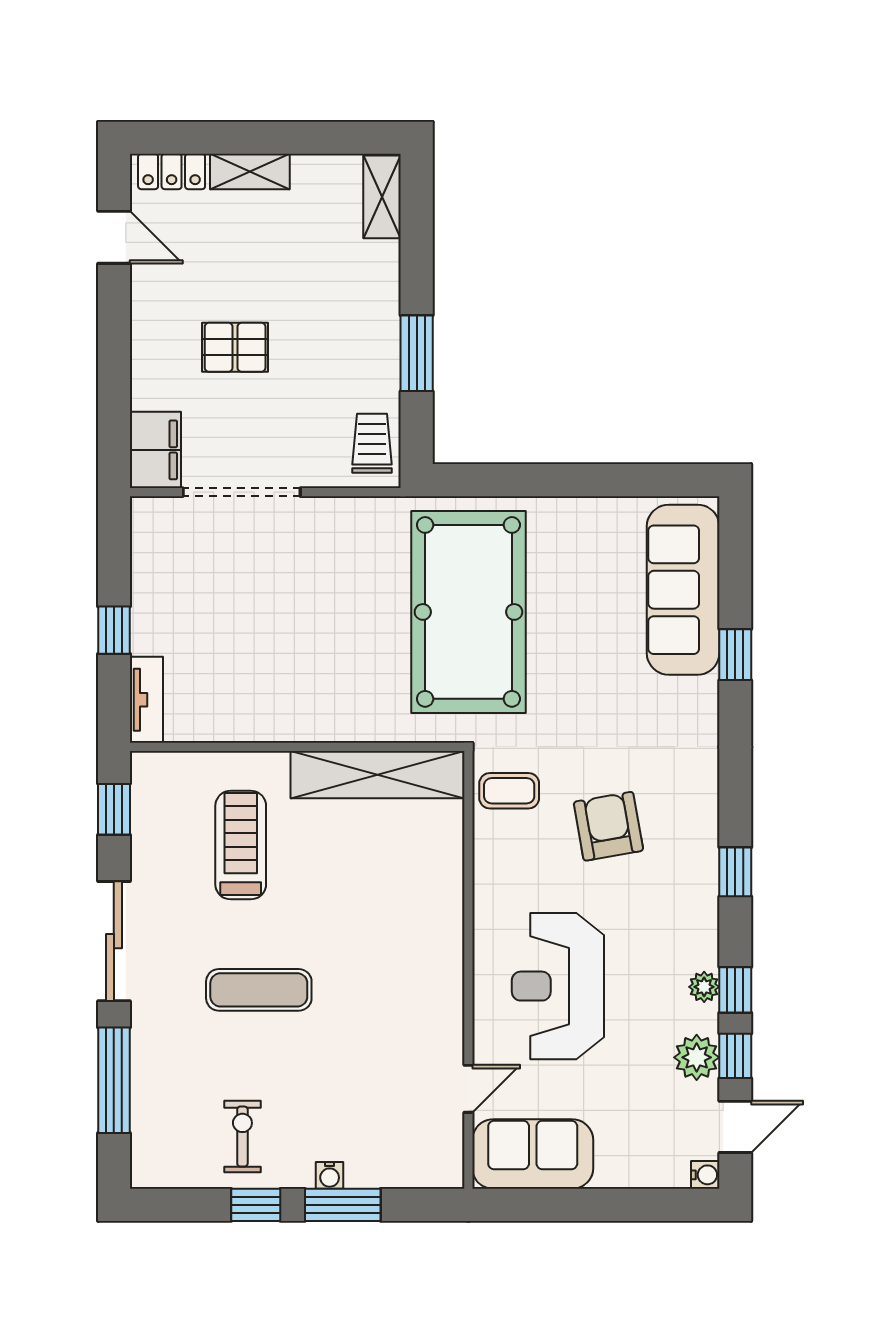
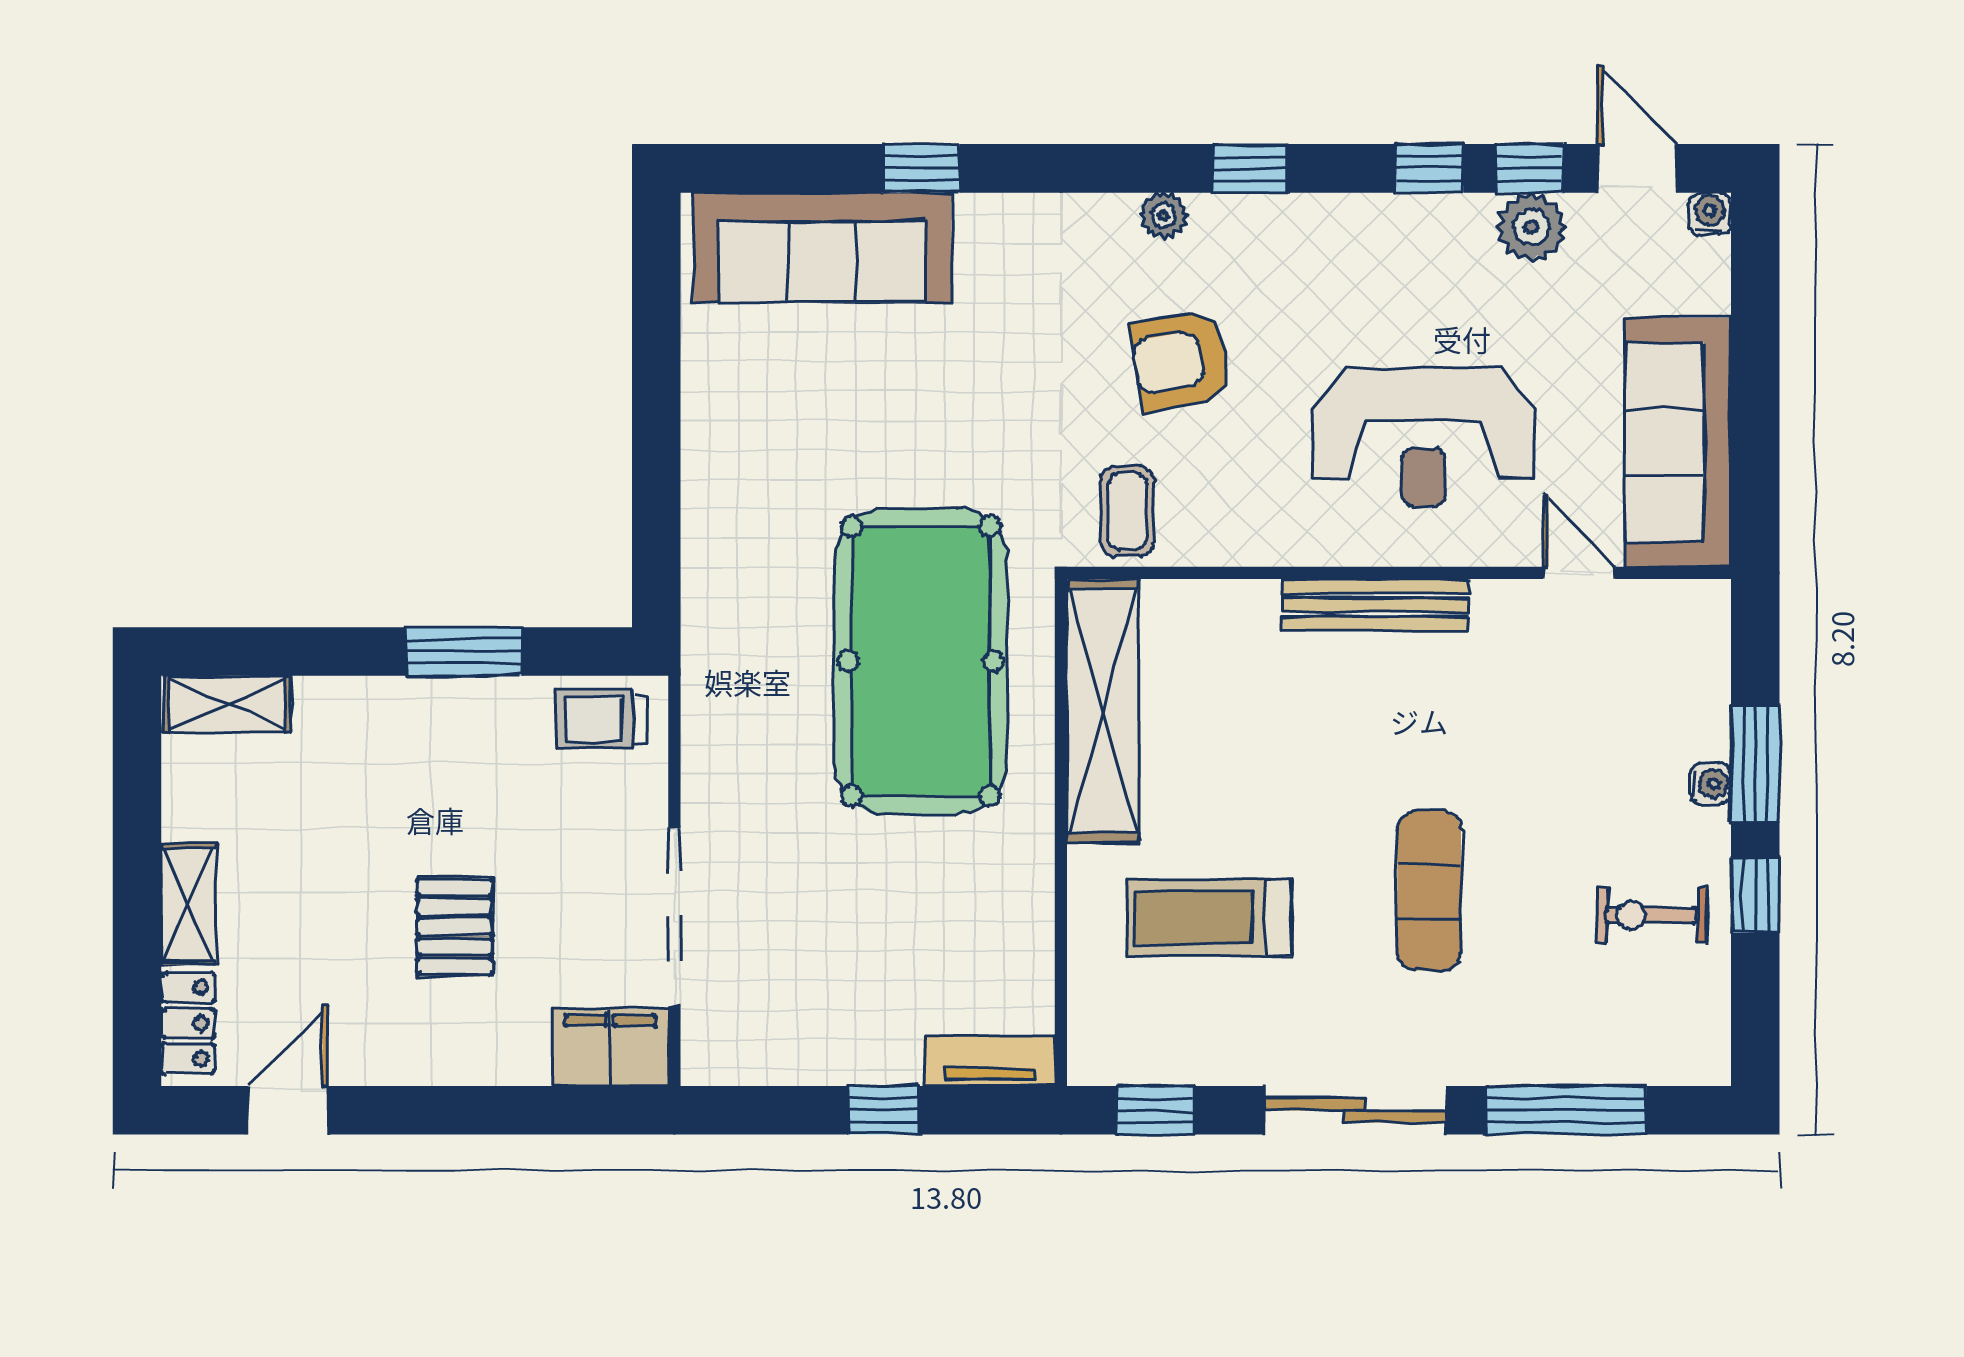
pool table: (468, 612) -> (921, 661), moved, turned 90
bench: (447, 954) -> (1375, 605), added
plant: (704, 987) -> (1164, 216), moved
sofa: (533, 1154) -> (1678, 442), width x1.36

